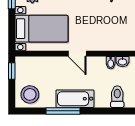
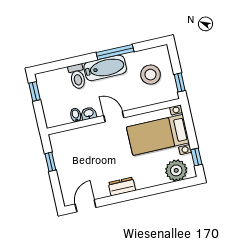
washbasin: (122, 62) -> (89, 113), moved
stool: (30, 94) -> (150, 75), moved
toilet: (117, 97) -> (77, 77), moved

